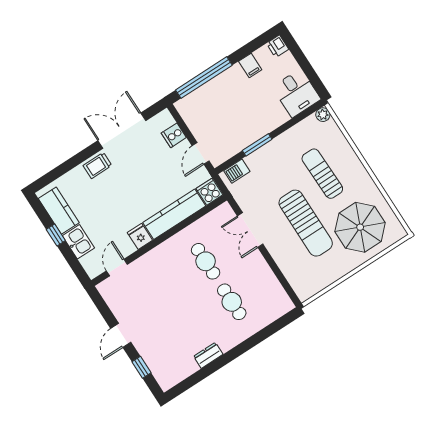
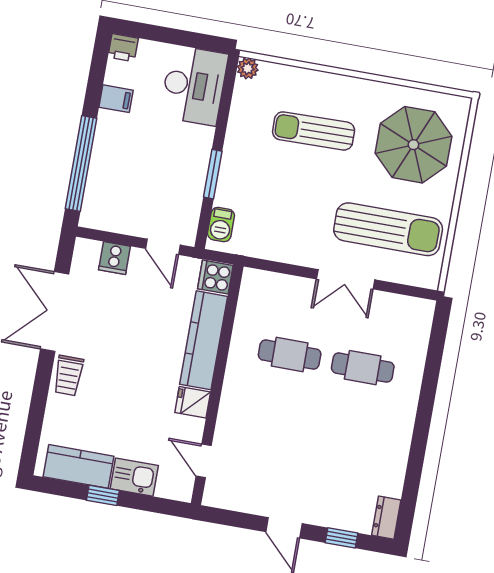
desk: (296, 93) -> (194, 85), width x1.37
sun lounger: (306, 223) -> (388, 229), moved
double door: (250, 230) -> (346, 279), moved
dresser: (208, 355) -> (386, 518), moved

